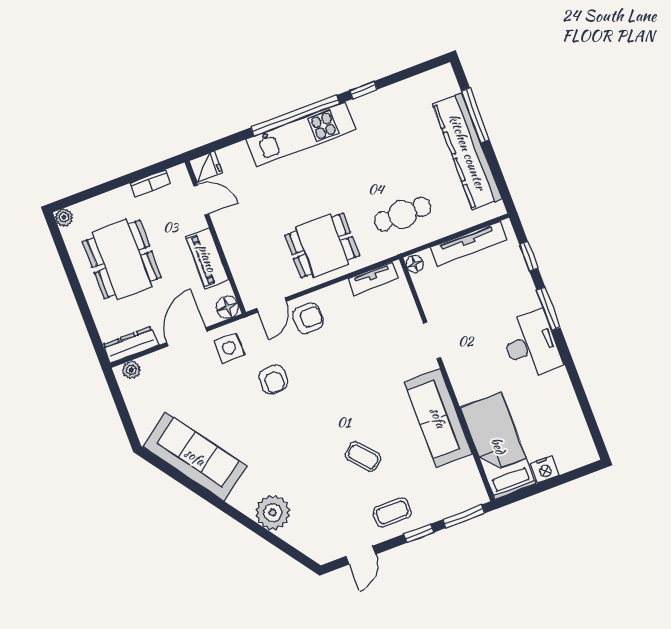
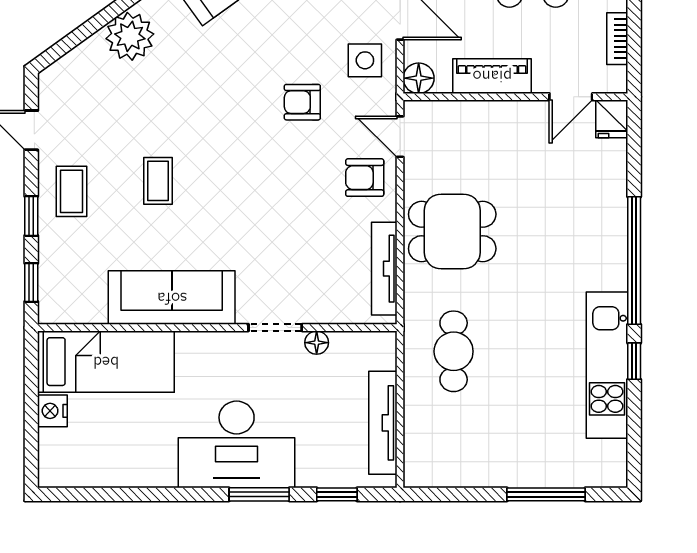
kitchen unit: (301, 134) -> (607, 365), moved
kitchen counter: (467, 152) -> (503, 466), removed
dining table: (322, 246) -> (452, 231), turned 90
floor lamp: (415, 264) -> (317, 343), moved
tv unit: (374, 279) -> (384, 269), width x1.41
armchair: (308, 318) -> (365, 178), turned 90
desk: (531, 345) -> (237, 444), width x1.36, depth x1.30
coffee table: (363, 457) -> (158, 181), turned -49
window: (464, 516) -> (31, 282), width x0.67

